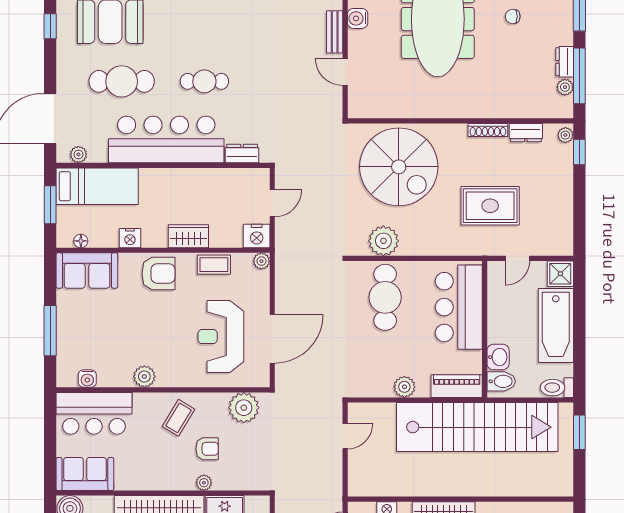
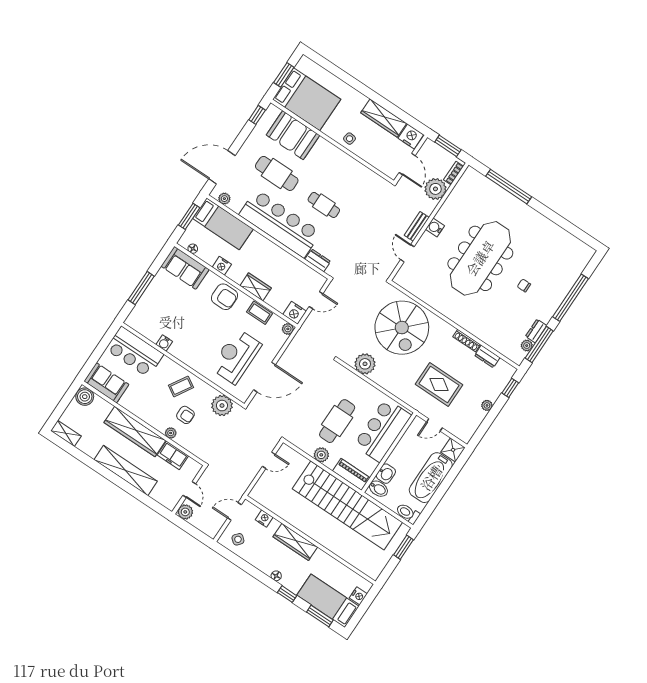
plant: (565, 135) -> (487, 405), moved
cafe table: (385, 297) -> (337, 421), moved
plant: (144, 377) -> (177, 350), removed
water cooler: (87, 379) -> (164, 343), moved

